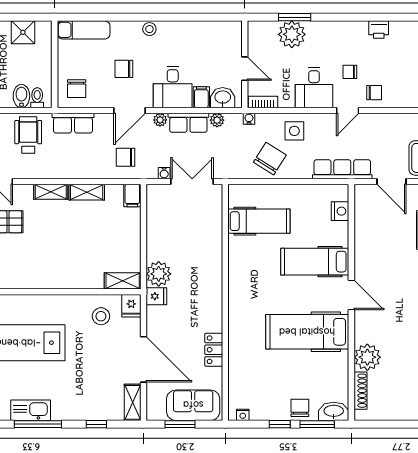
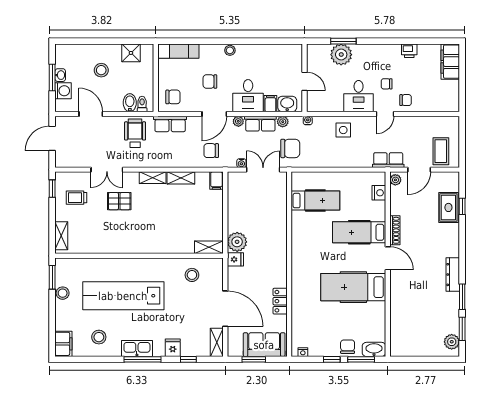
chair: (77, 89) -> (173, 97), turned -90
bookcase: (263, 102) -> (319, 107), removed
chair: (270, 159) -> (290, 148), moved, turned 58
row of seats: (342, 169) -> (388, 160), width x0.68
door: (391, 182) -> (419, 170), hinge flipped
fridge: (131, 306) -> (173, 348), moved, turned 180
plant: (367, 357) -> (395, 180), moved, width x0.53, depth x0.53
shoe rack: (360, 391) -> (395, 230), moved

